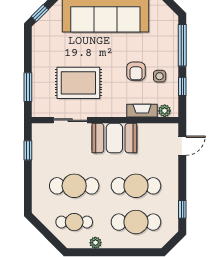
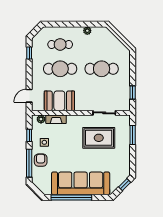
armchair: (136, 71) -> (41, 160), moved
booth: (114, 138) -> (59, 101), moved
cafe table: (74, 222) -> (102, 44), removed
cafe table: (136, 222) -> (60, 44), width x0.73, depth x0.74

